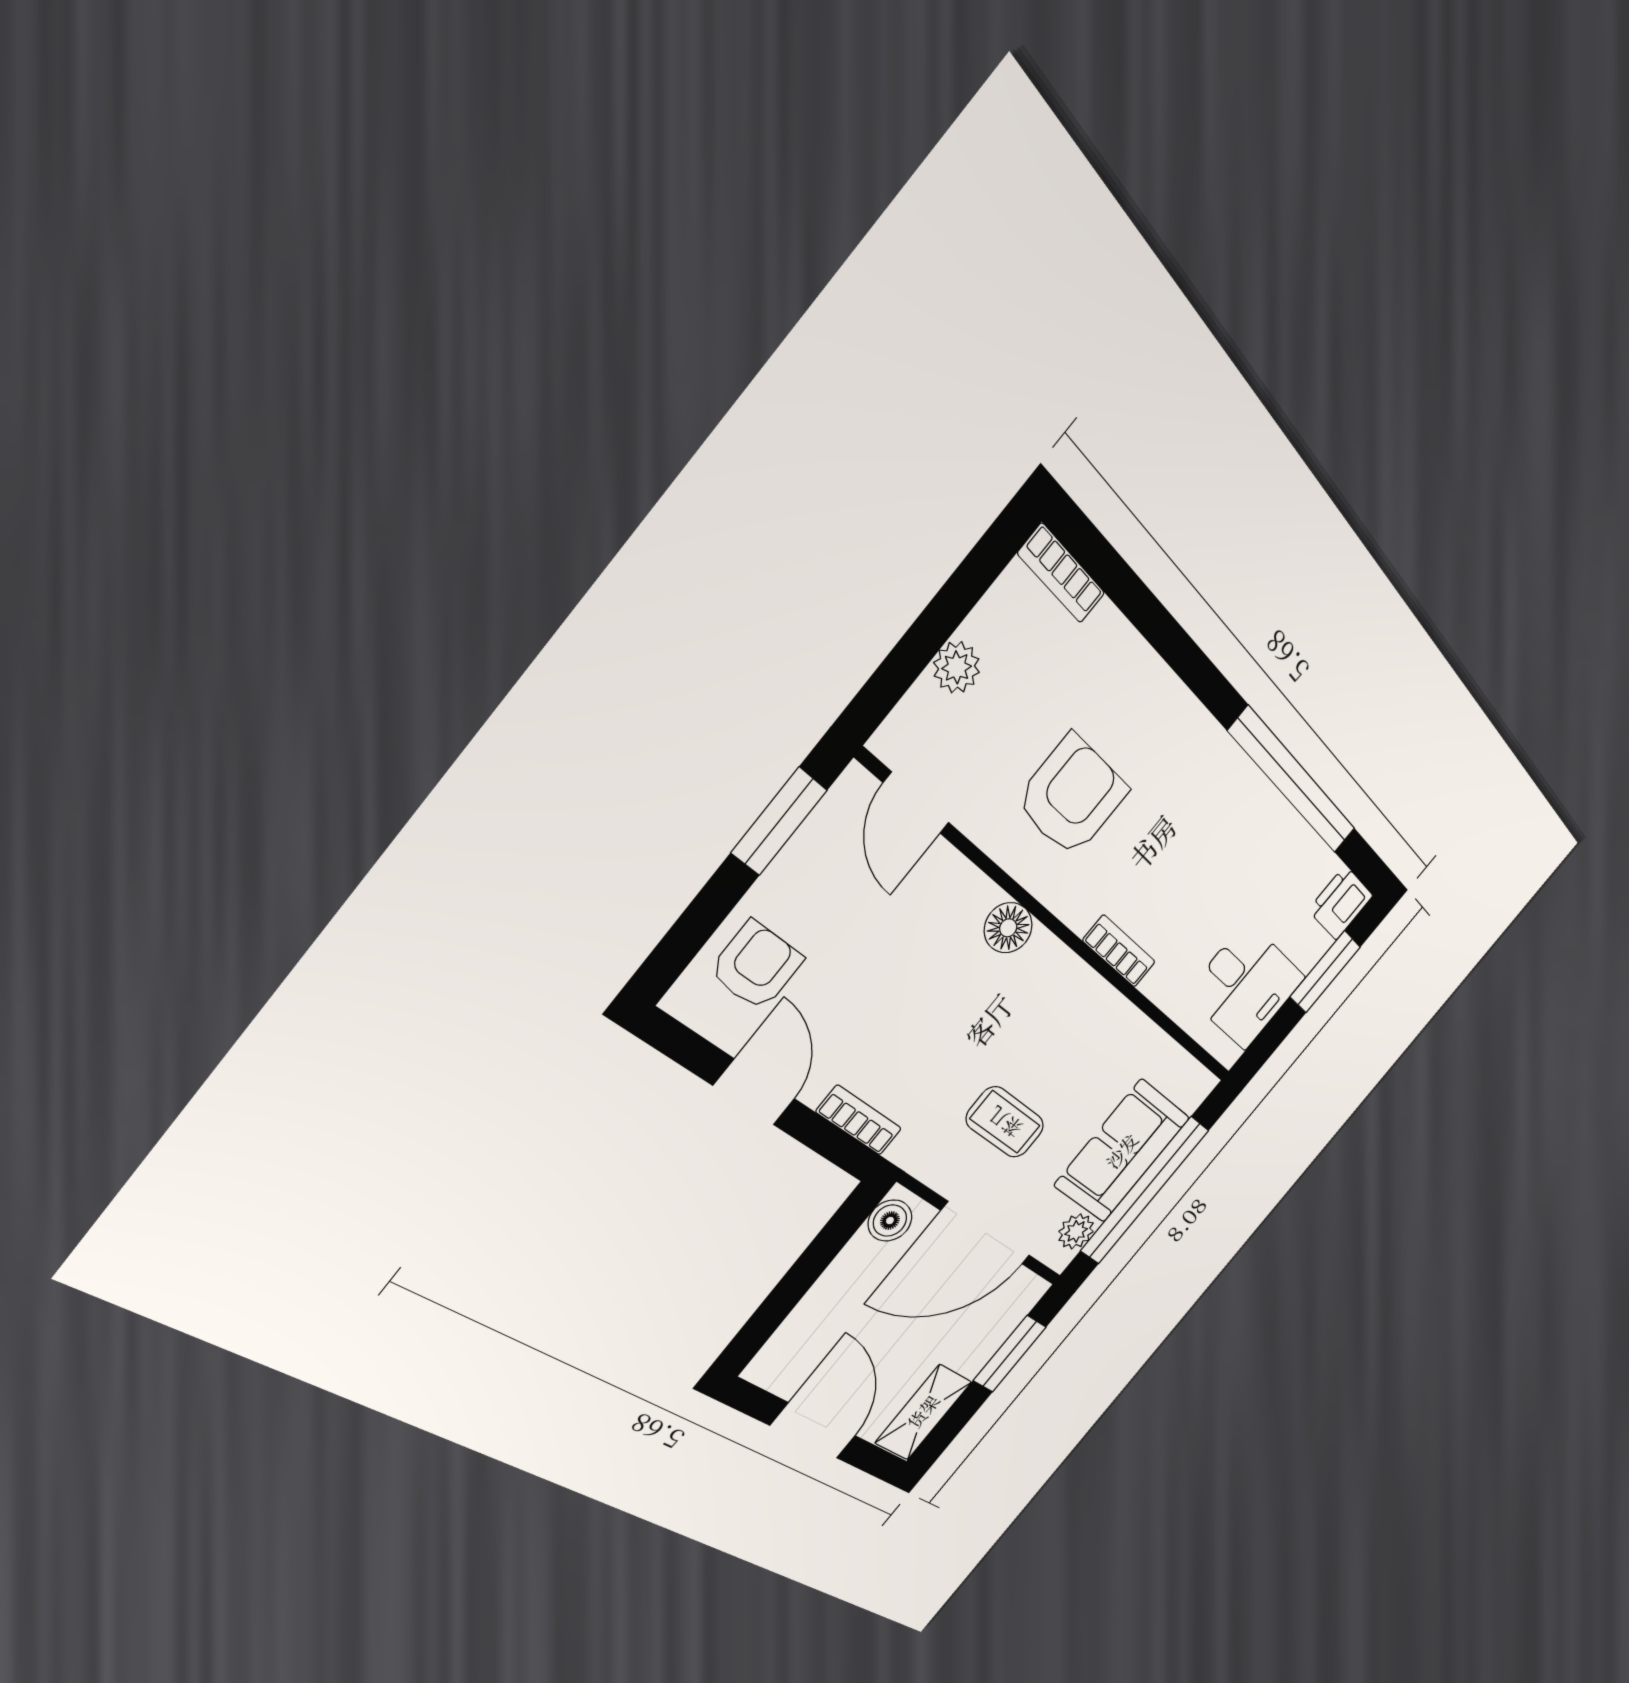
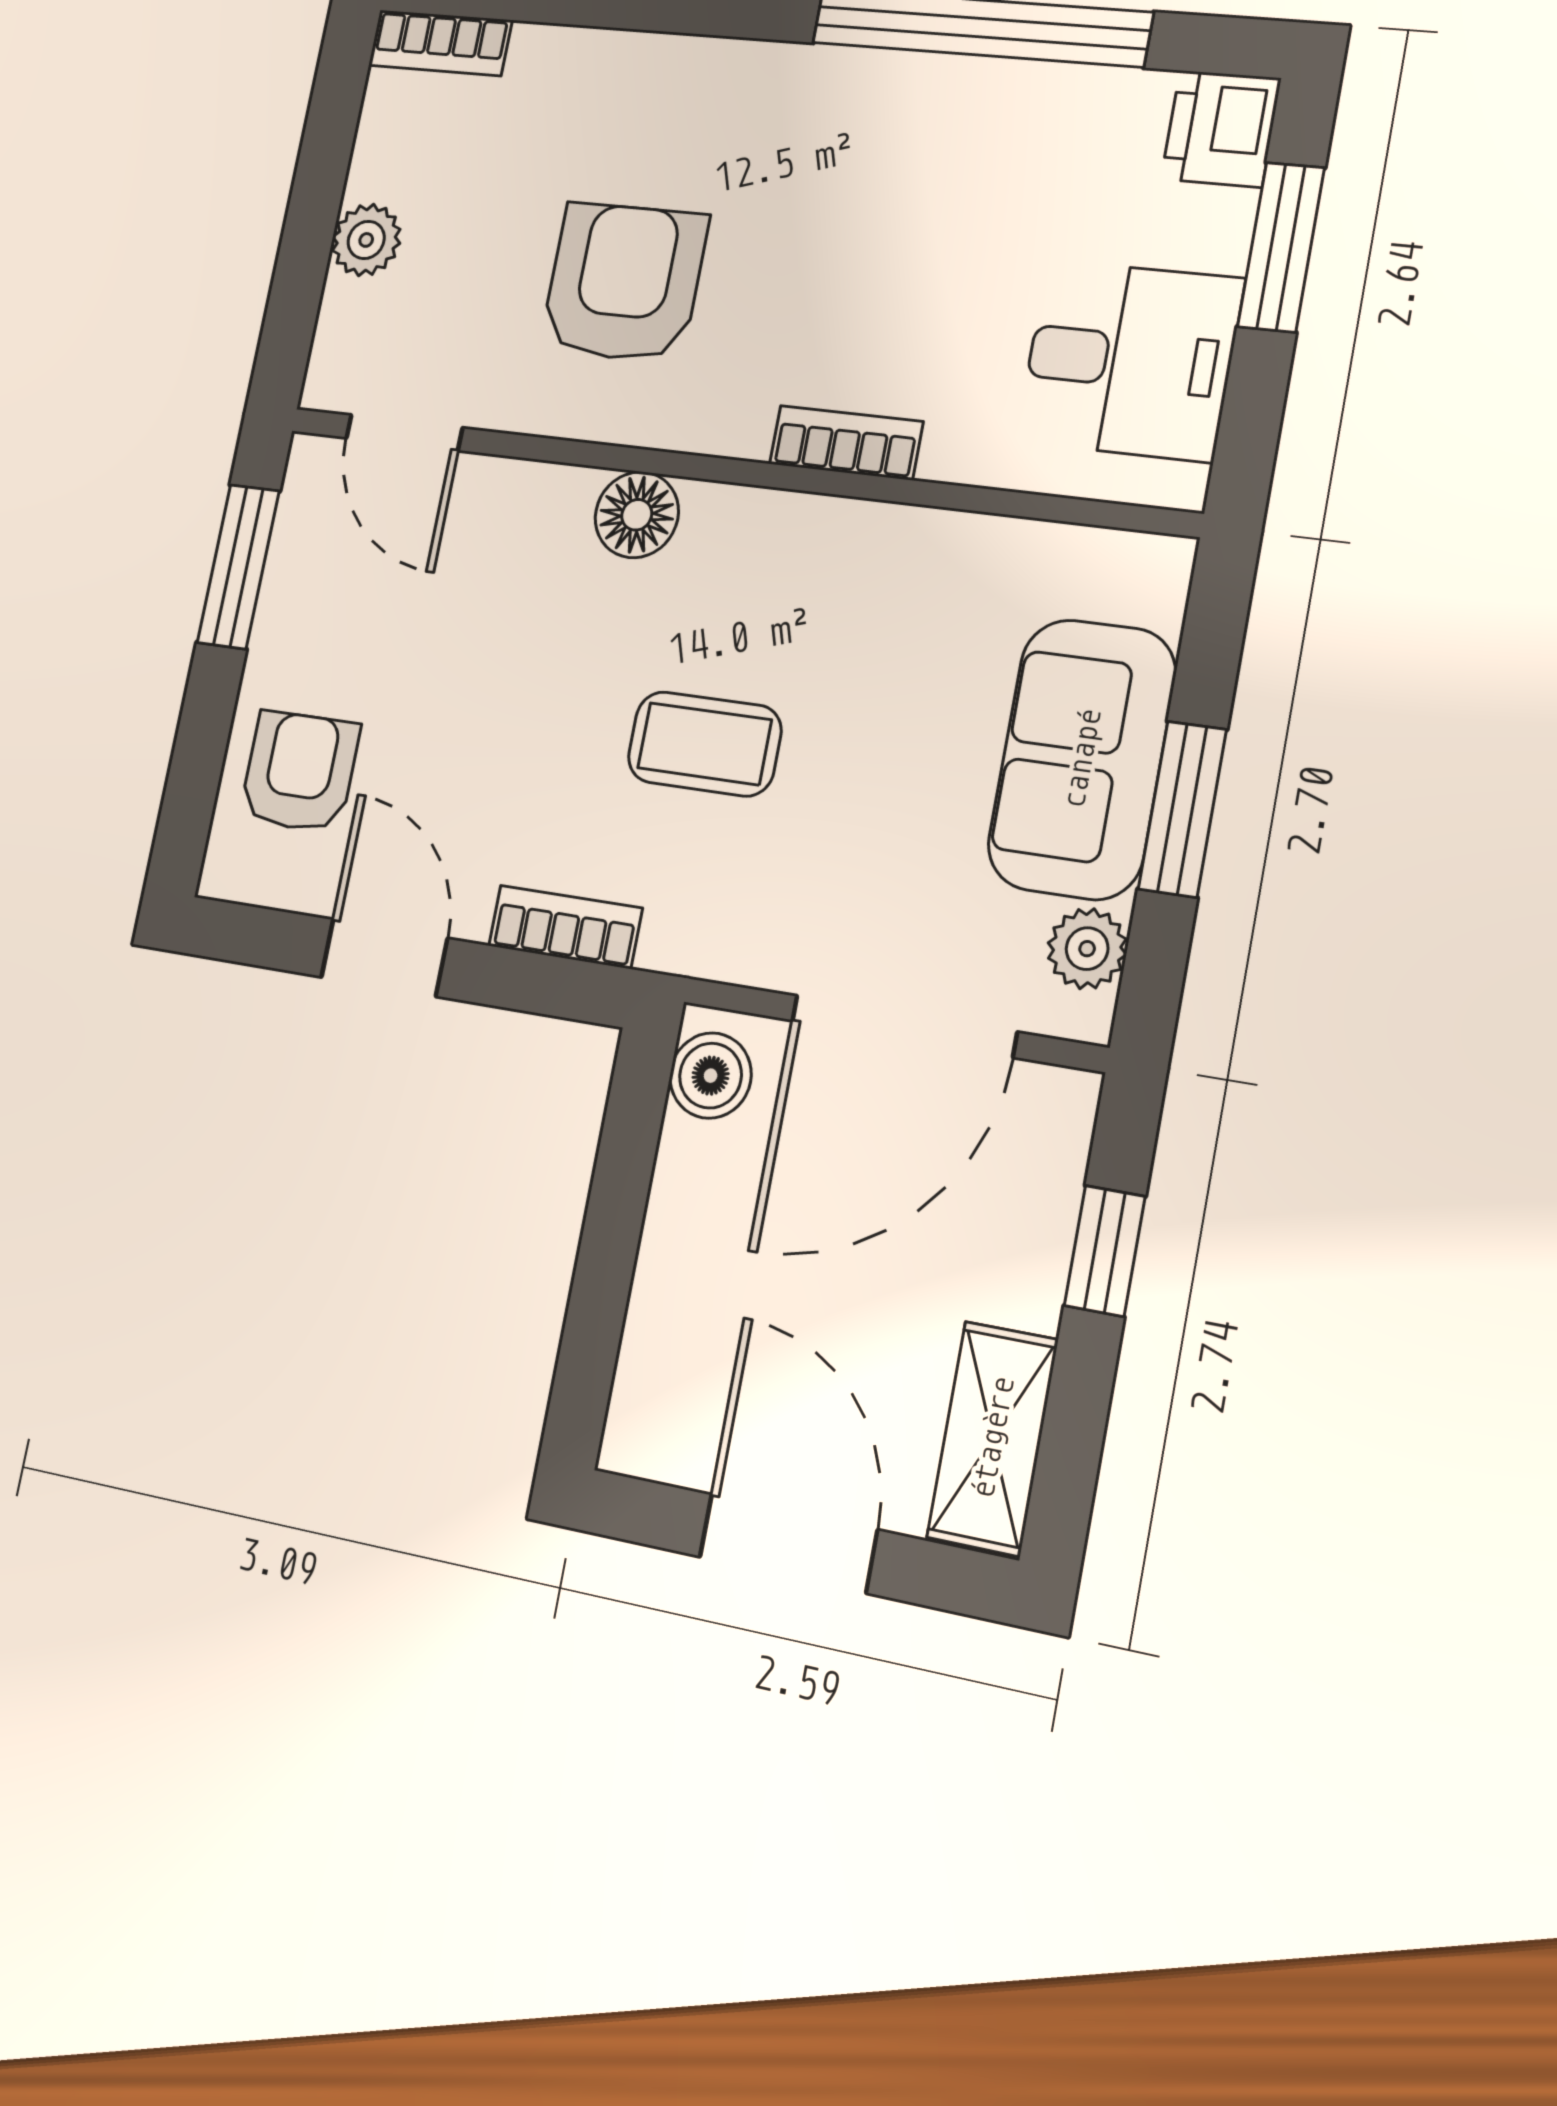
coffee table: (1005, 1122) -> (705, 744), moved
window: (1145, 1191) -> (1182, 809), width x0.47
window: (1010, 1354) -> (1105, 1251), width x0.67

